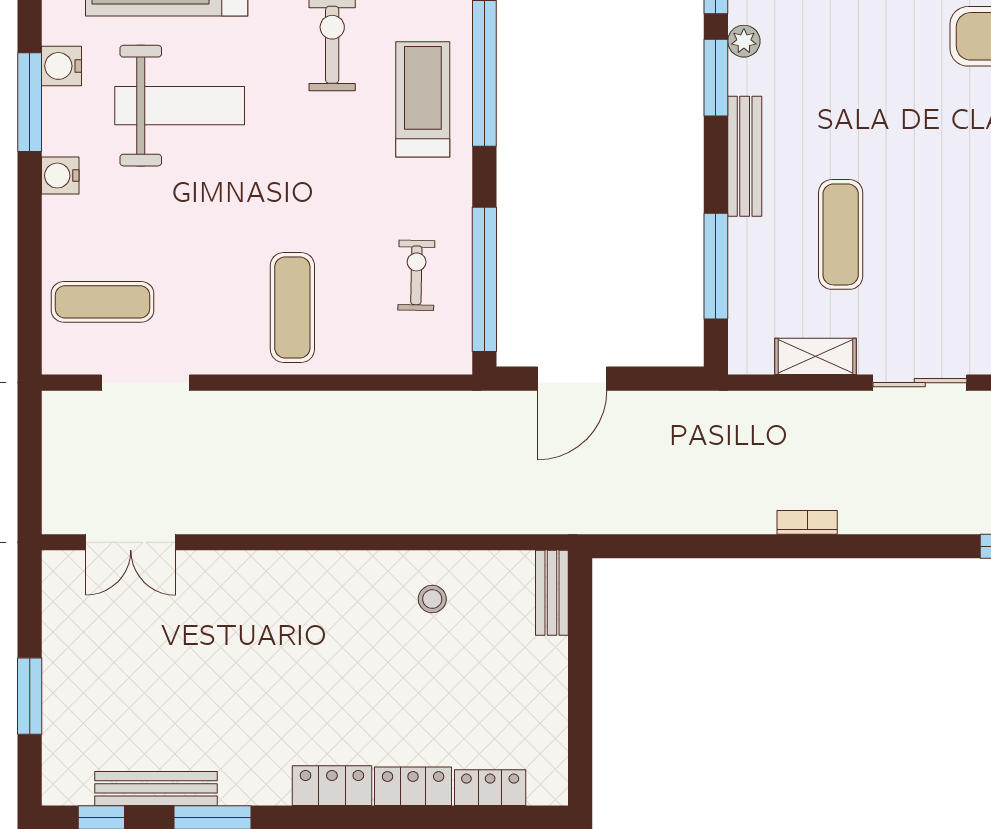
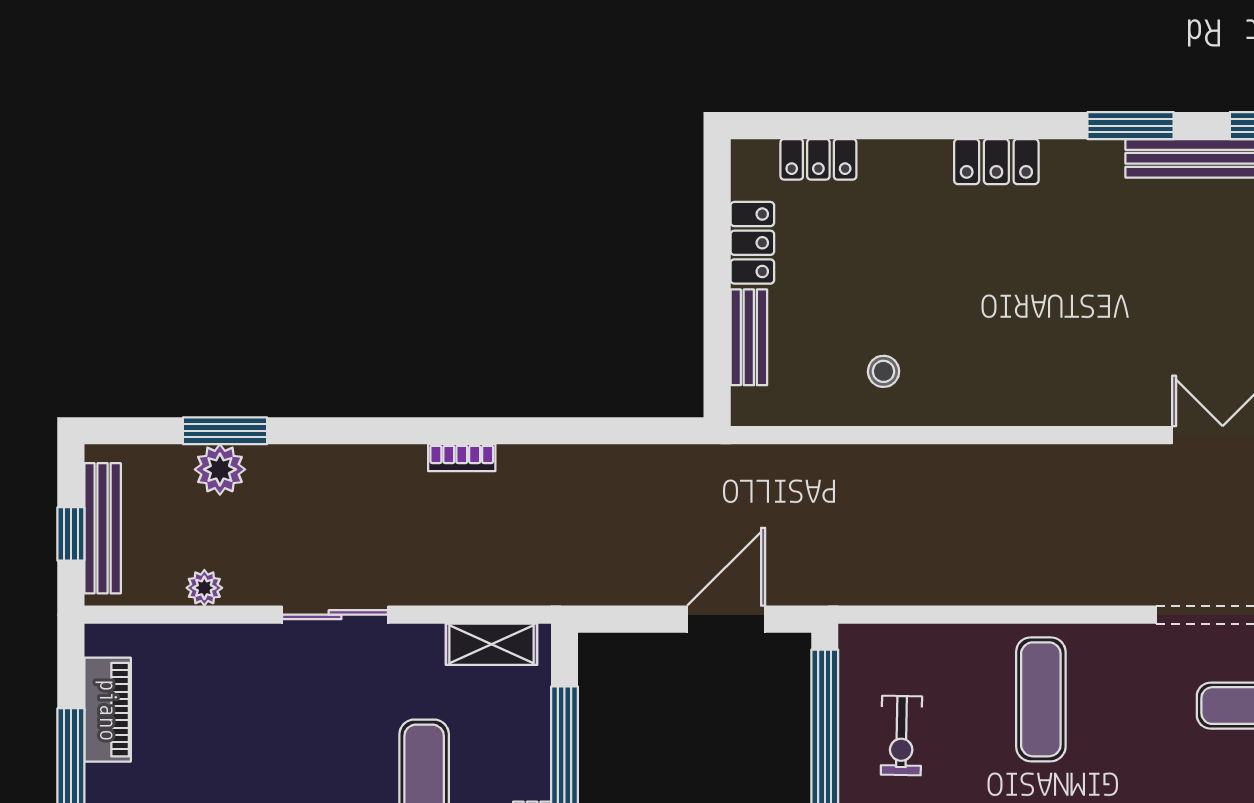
shelving: (815, 356) -> (491, 644), moved
bench: (552, 593) -> (749, 337), moved
locker: (413, 786) -> (752, 243), moved, turned -90

